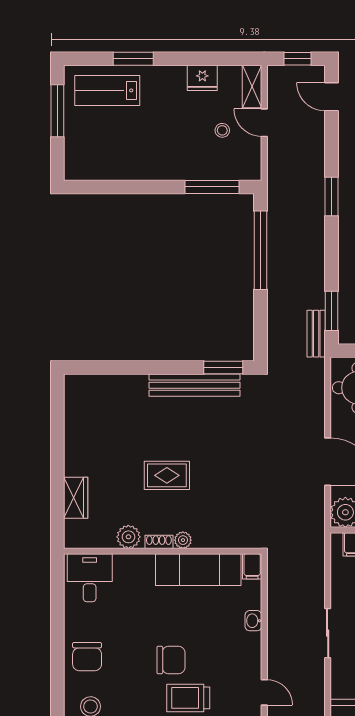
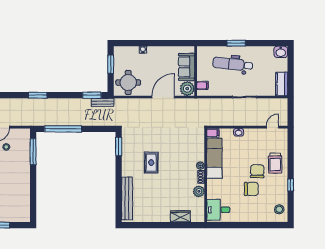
bench: (195, 385) -> (127, 198), moved
rug: (167, 475) -> (151, 163), moved
chair: (87, 657) -> (251, 189), moved

